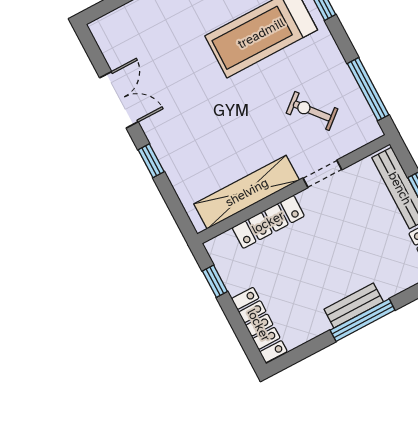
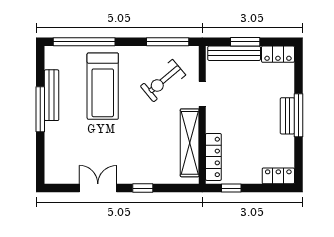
exercise bike: (312, 111) -> (163, 81), width x1.38, depth x1.39
locker: (268, 222) -> (213, 157), moved
locker: (259, 325) -> (278, 176), width x0.66

